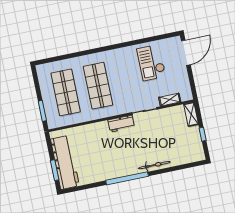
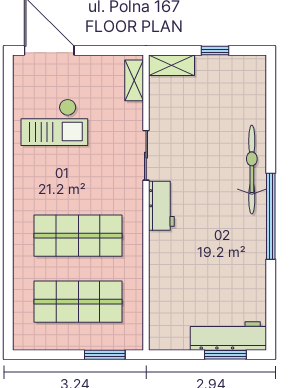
shelving: (170, 100) -> (134, 80), moved
workbench: (65, 162) -> (228, 336), width x0.73, depth x0.76
bicycle: (154, 165) -> (252, 170), width x1.37, depth x1.40

